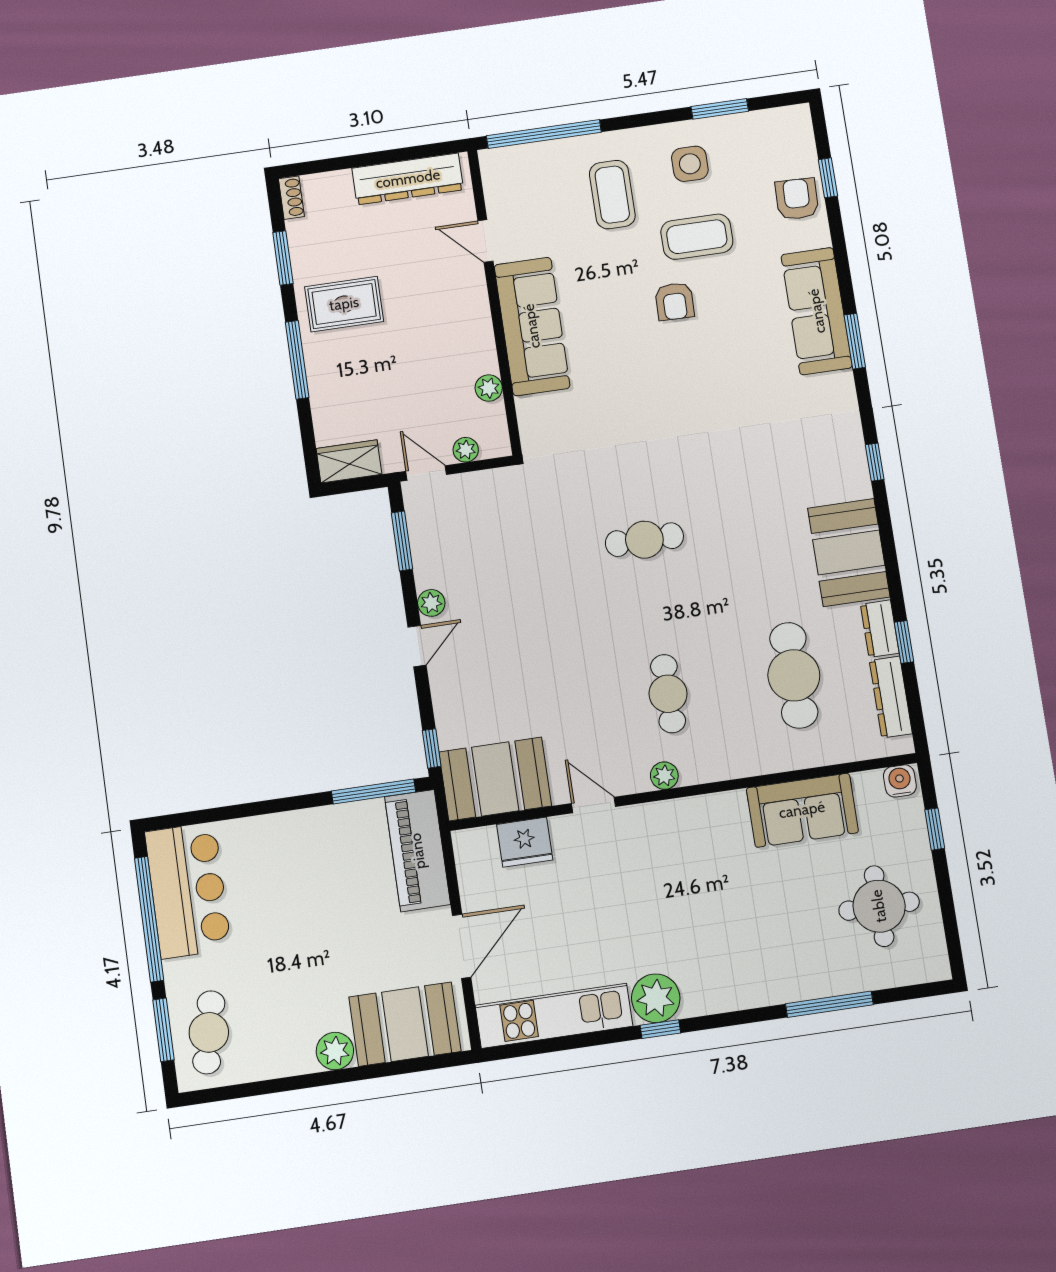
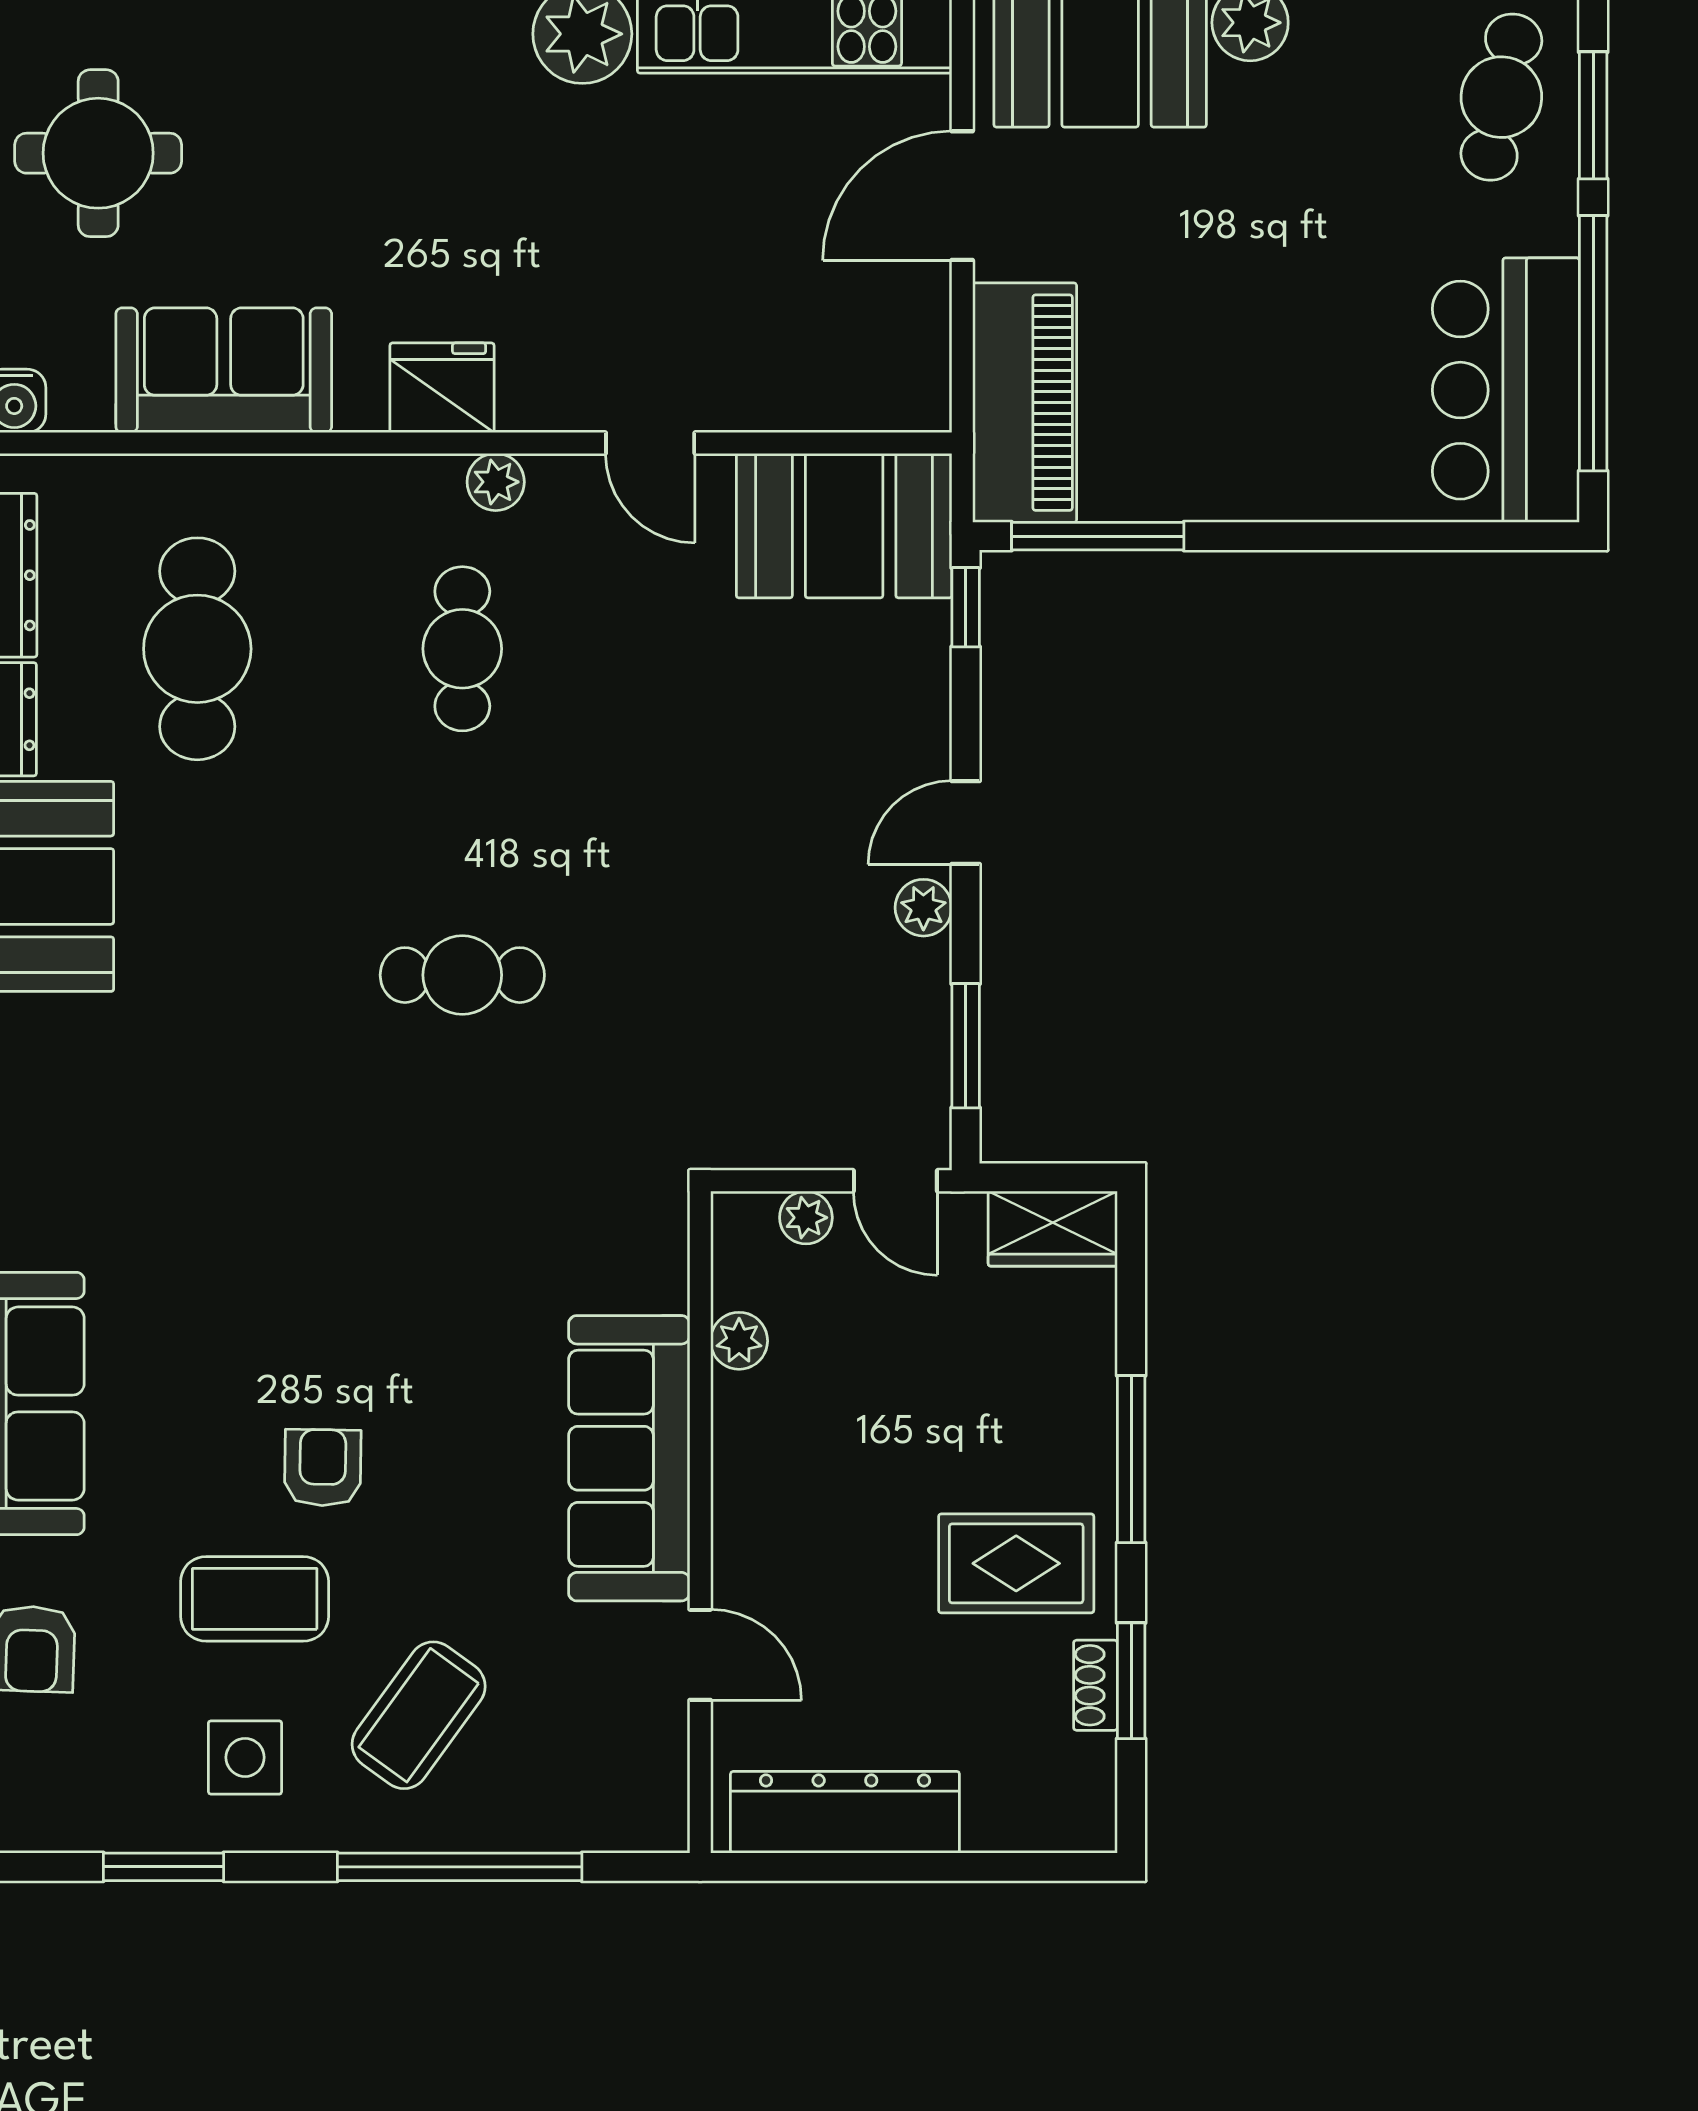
window: (544, 134) -> (460, 1867), moved
coffee table: (612, 195) -> (419, 1715), turned 36
shoe rack: (291, 198) -> (1095, 1685), moved
fridge: (525, 842) -> (442, 388), moved

